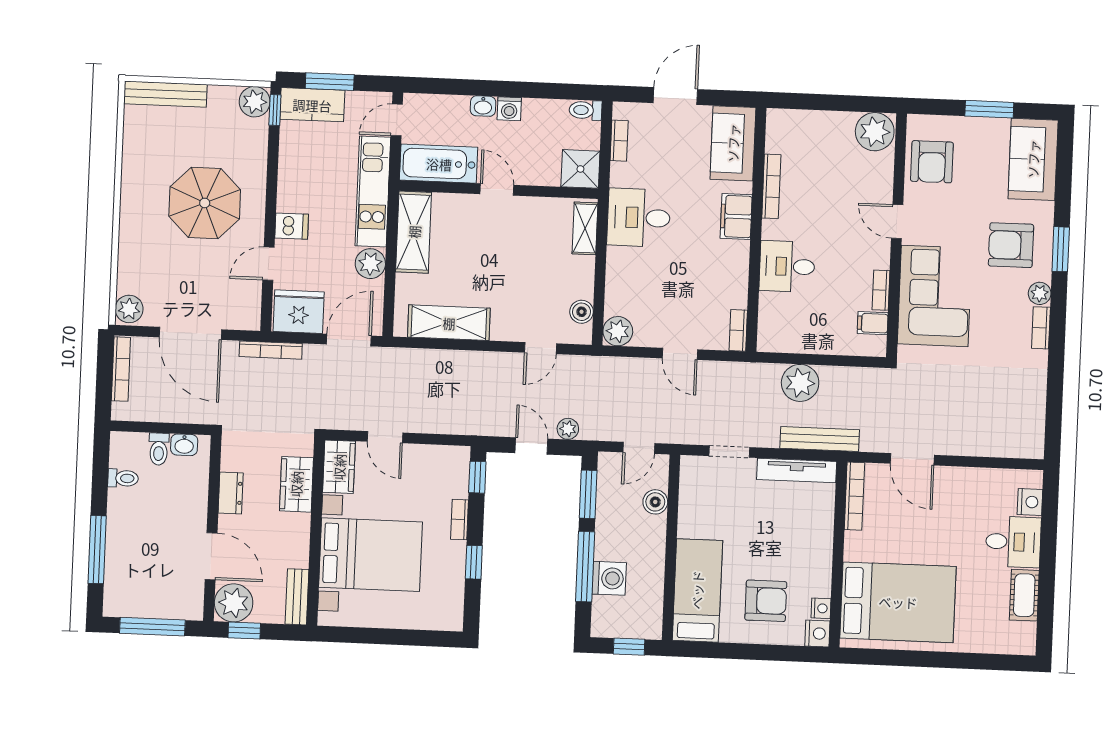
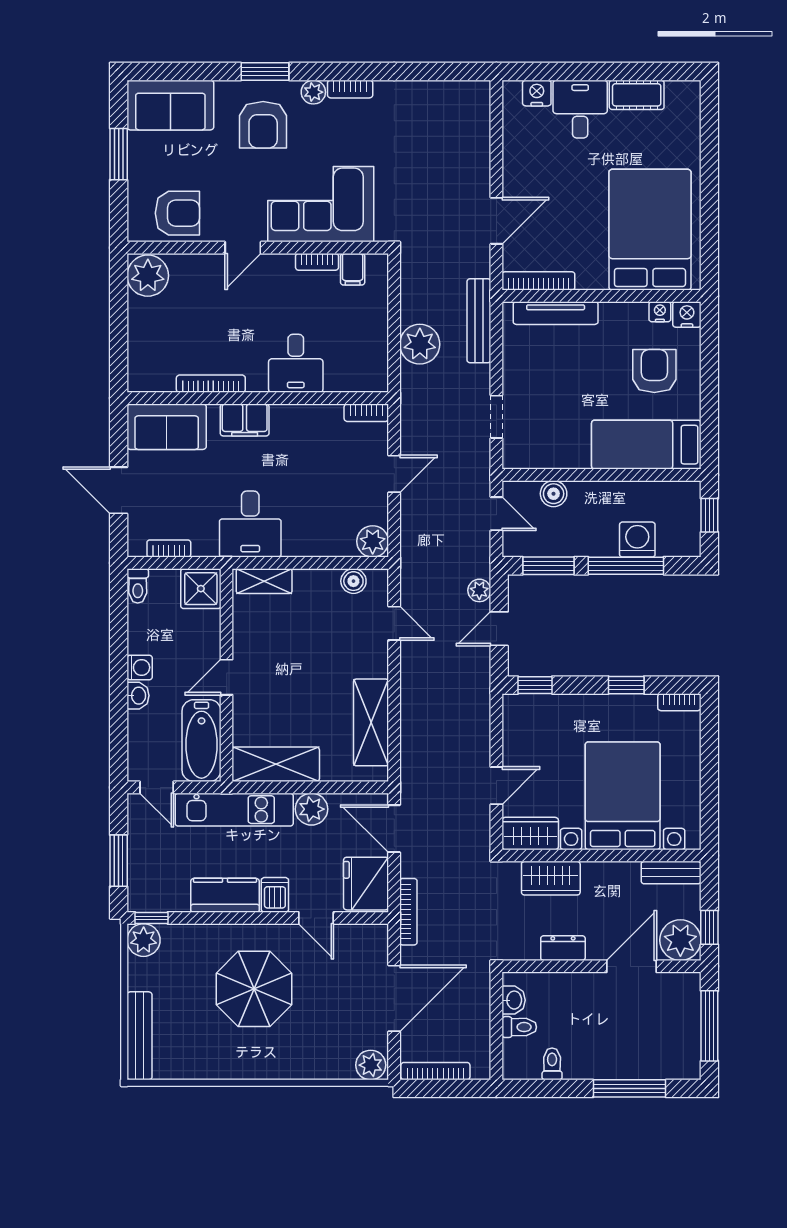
kitchen counter: (312, 105) -> (225, 895), moved, turned -90
tv unit: (797, 470) -> (556, 313), moved, turned 90
bookcase: (460, 520) -> (679, 702), moved

